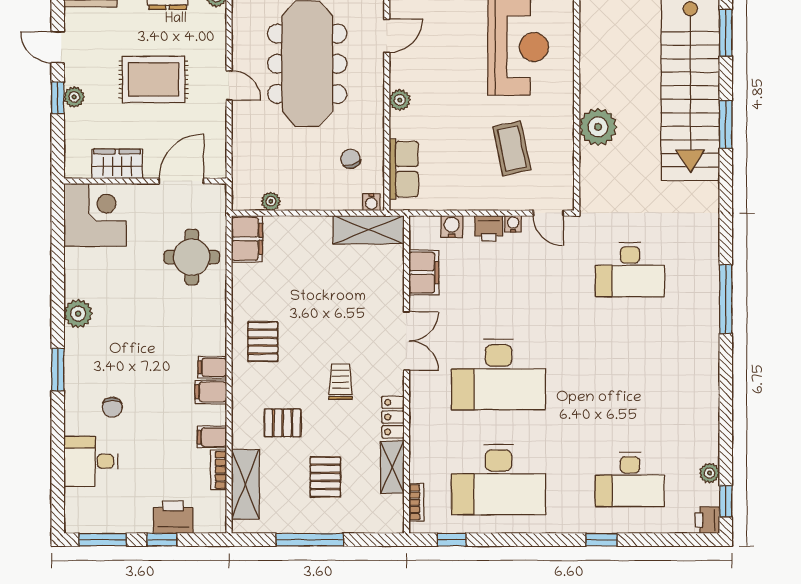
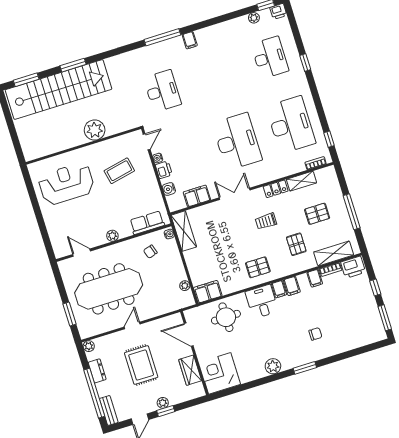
filing cabinet: (705, 346) -> (190, 40), added
desk: (91, 461) -> (262, 302), moved, turned 180
printer: (173, 517) -> (353, 267), moved, turned -90

